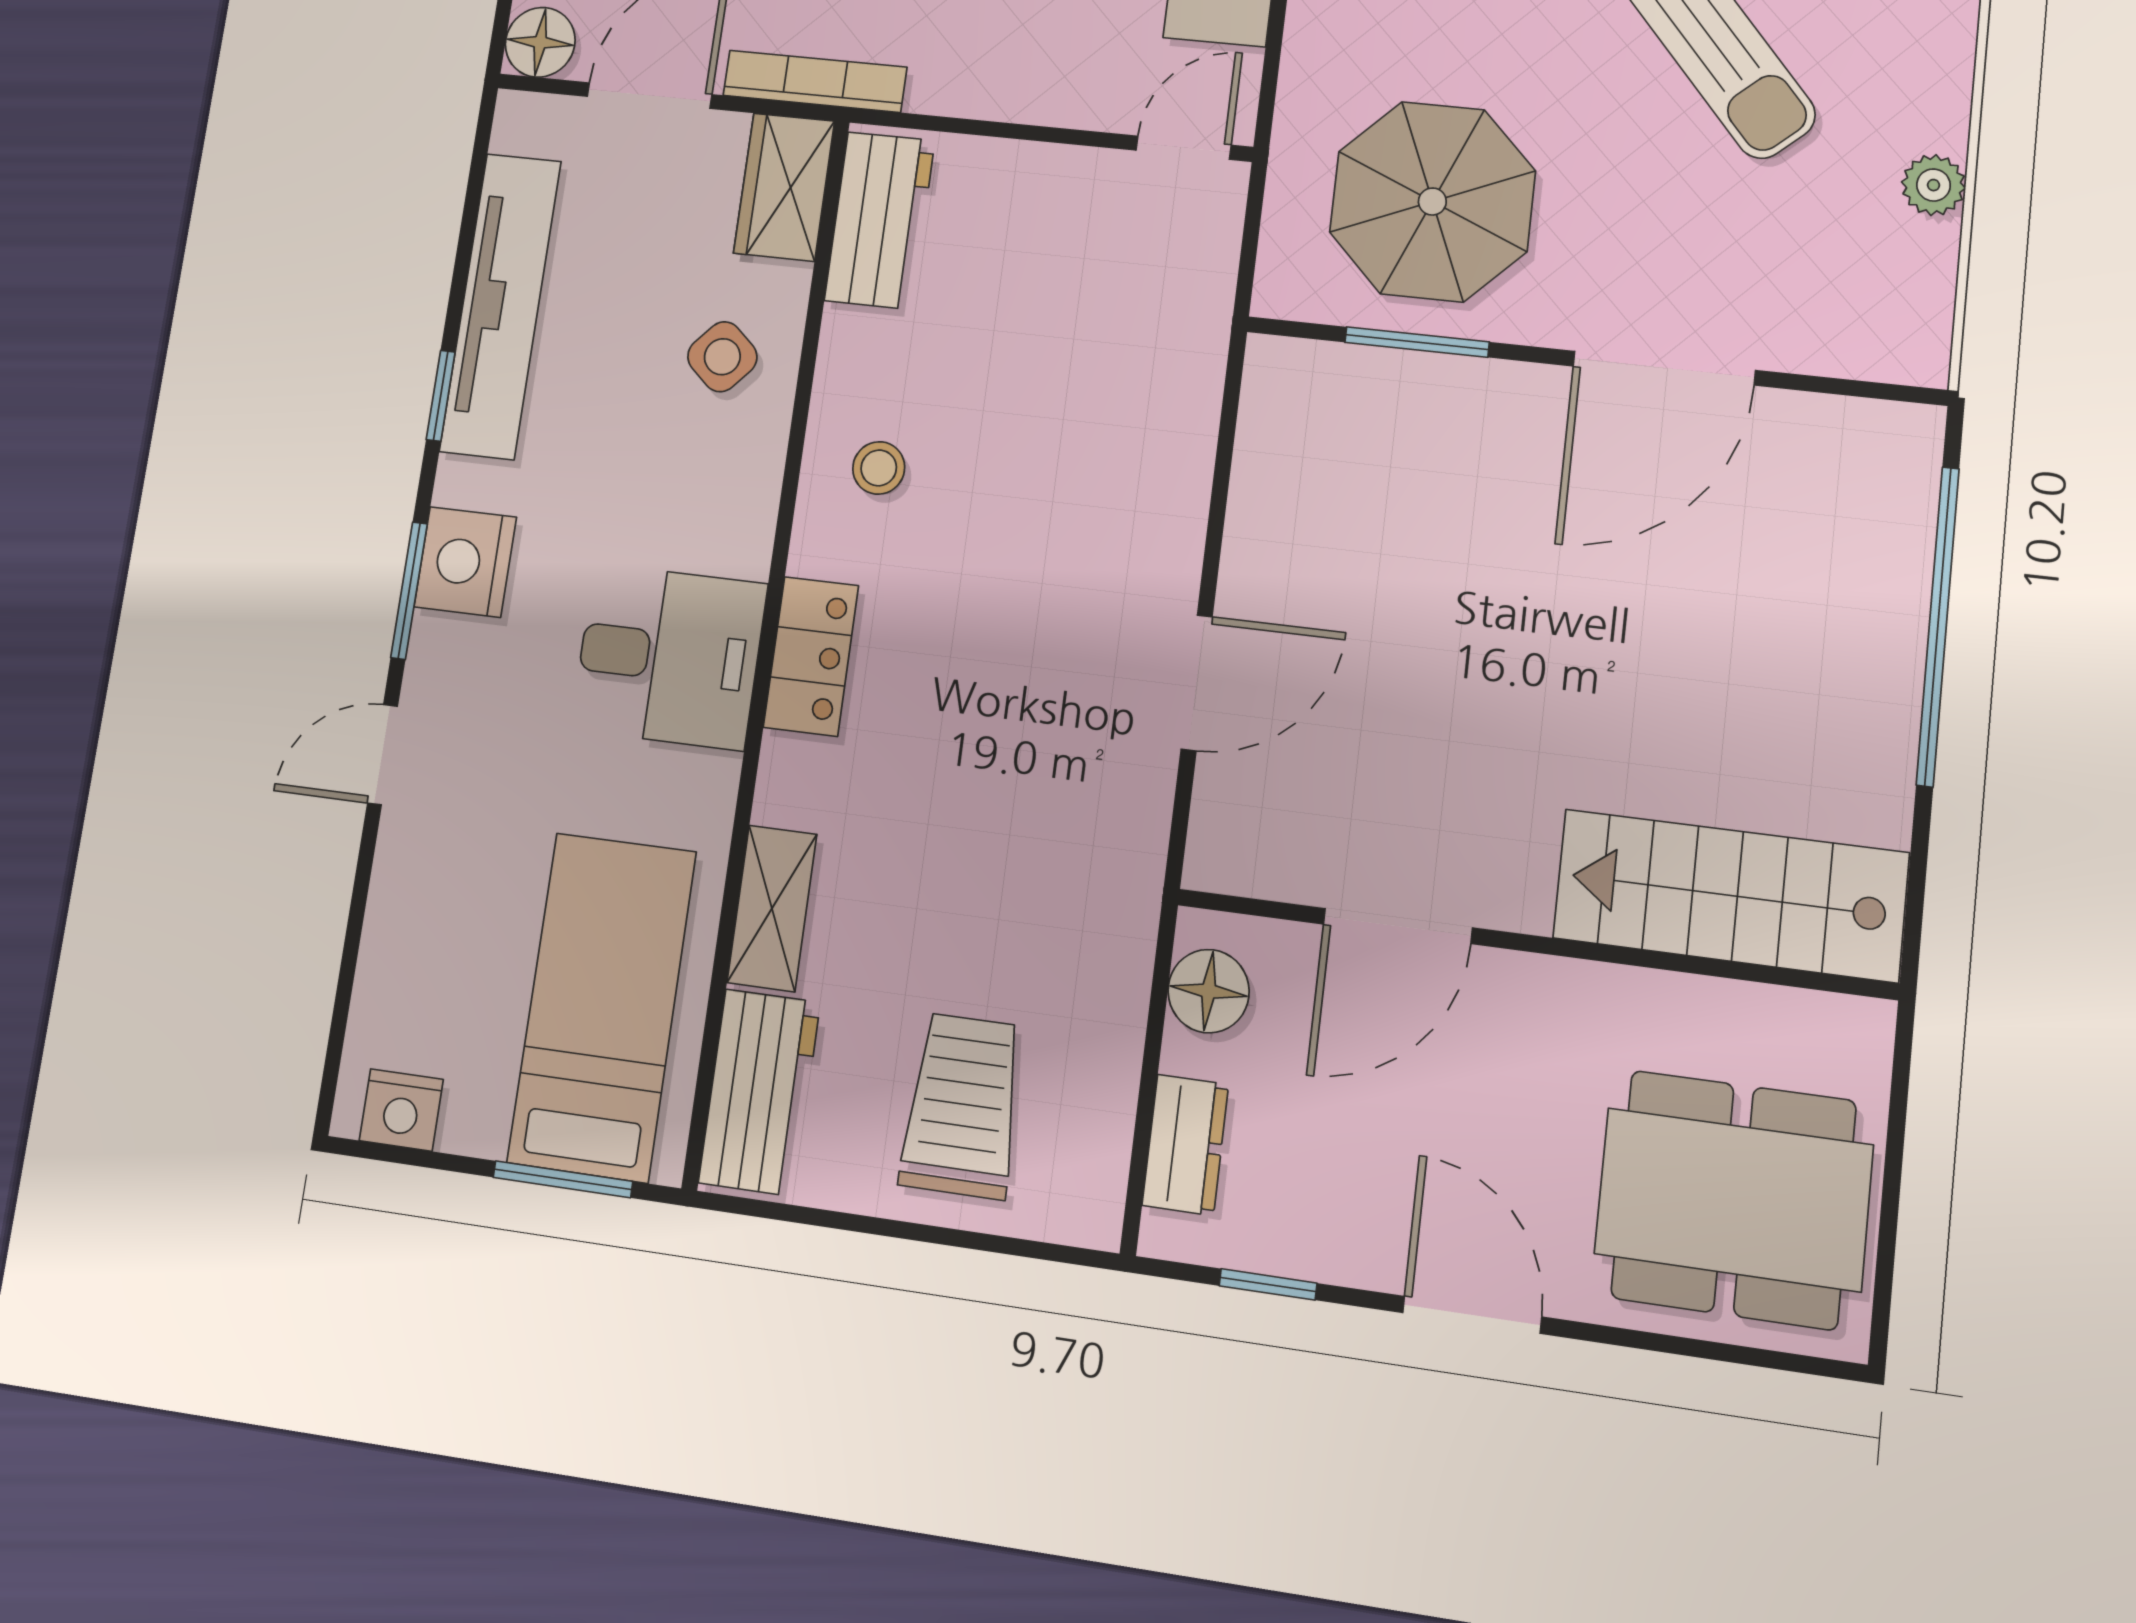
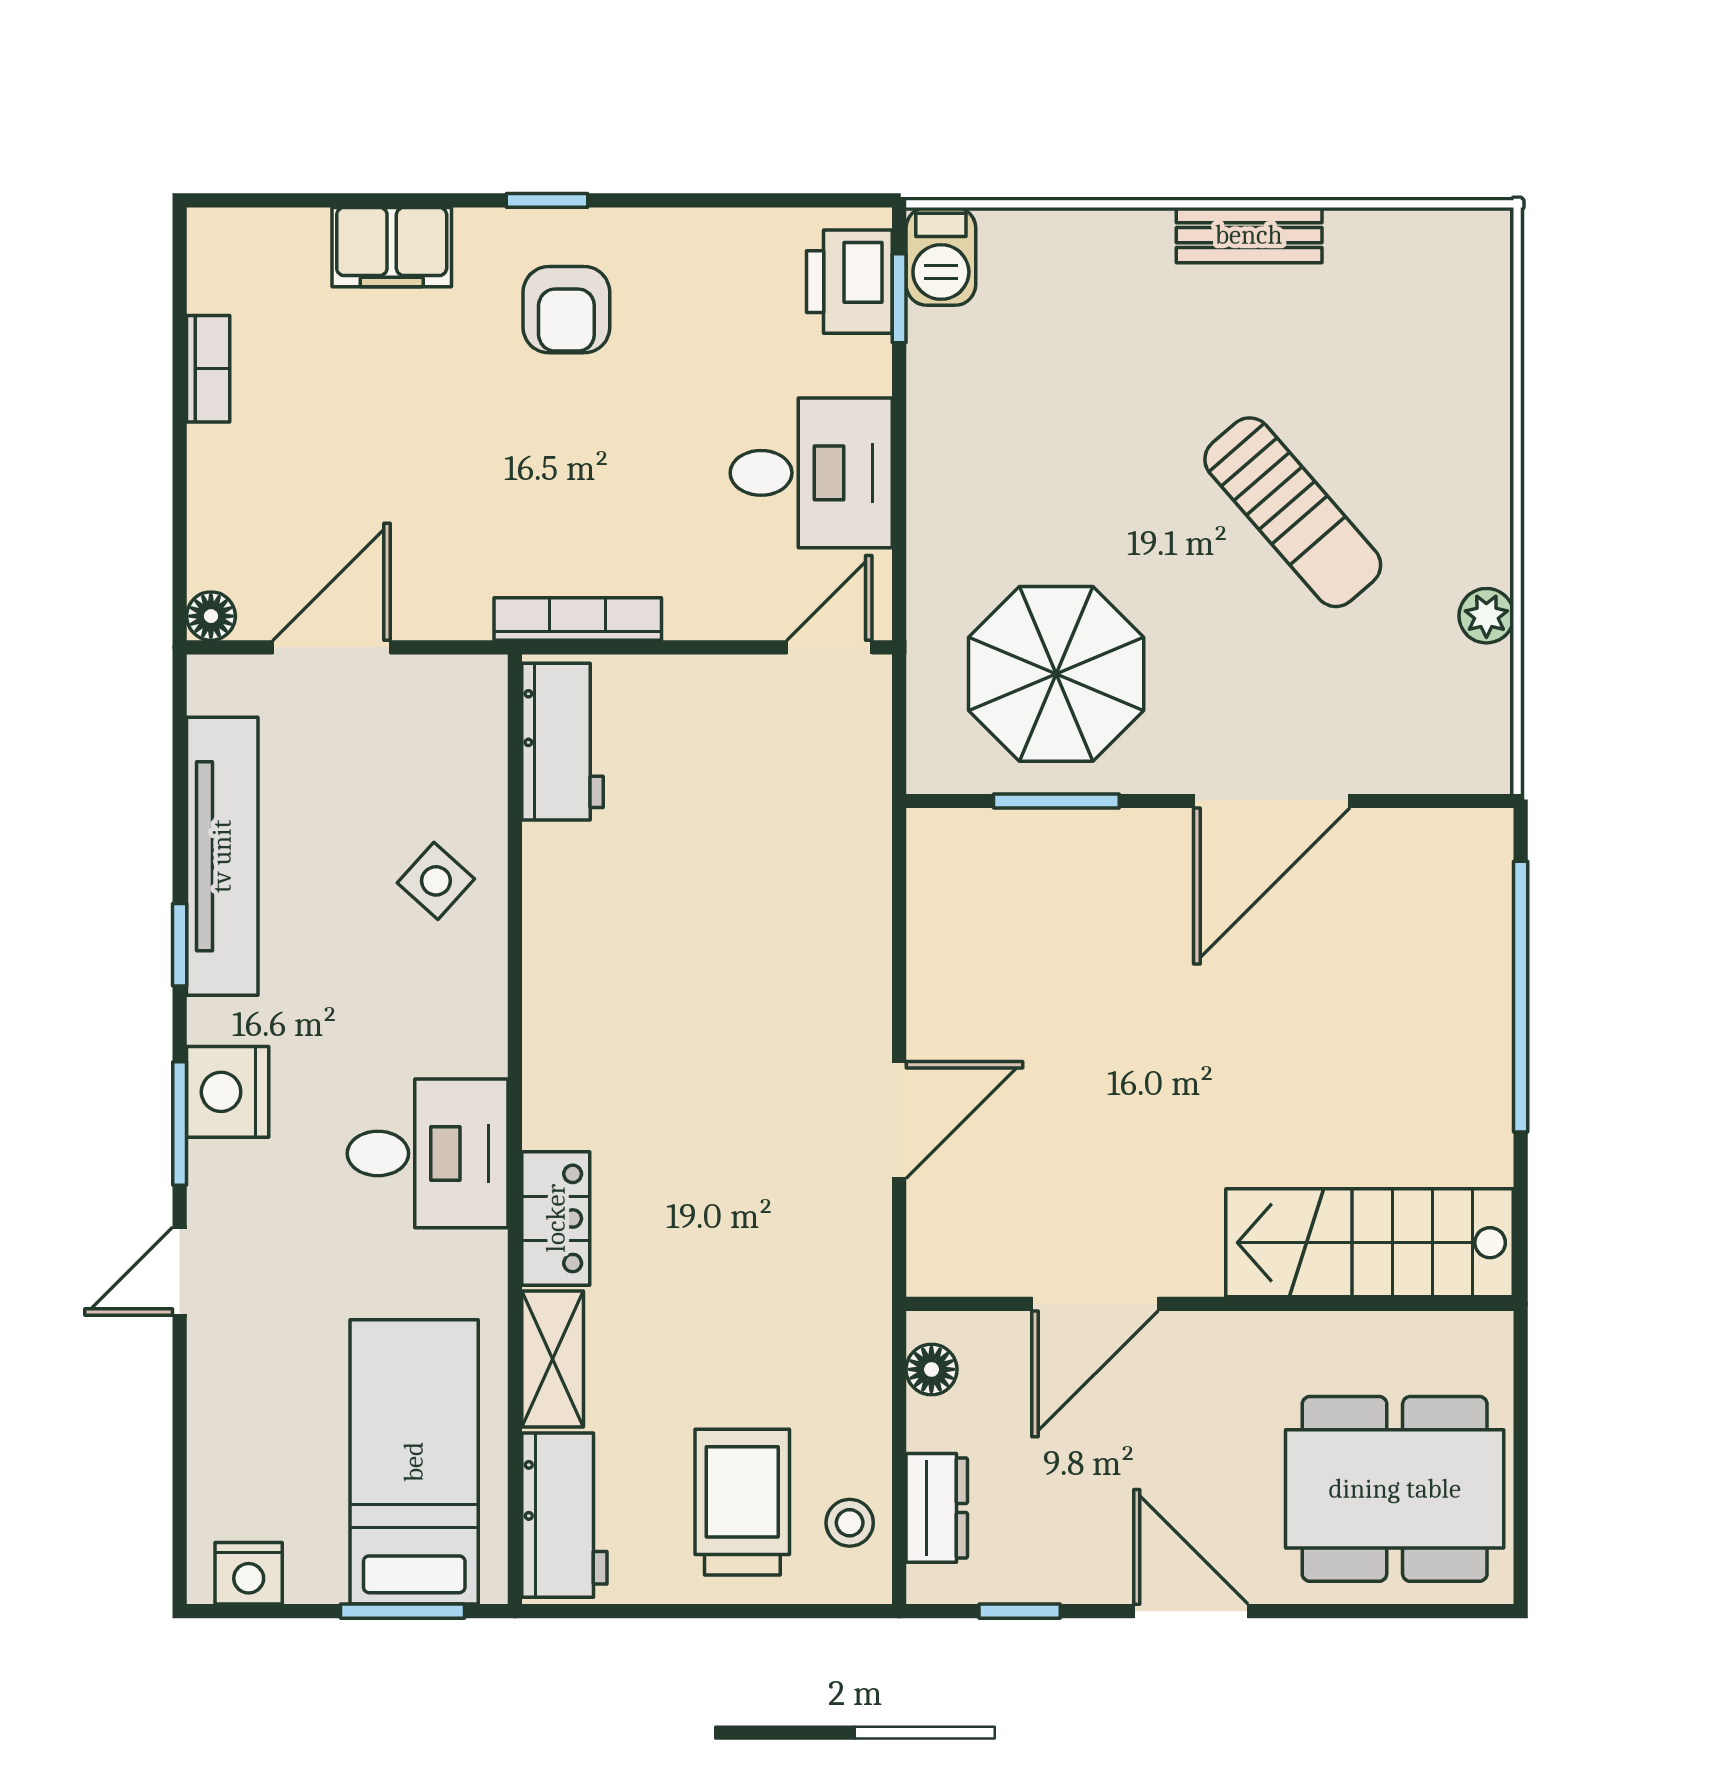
floor lamp: (540, 42) -> (211, 616), width x0.73, depth x0.73
bookcase: (815, 81) -> (578, 619), moved
wardrobe: (784, 187) -> (470, 720), removed
stool: (879, 468) -> (850, 1523), moved
locker: (811, 656) -> (556, 1218), moved
floor lamp: (1209, 991) -> (931, 1369), width x0.73, depth x0.73

